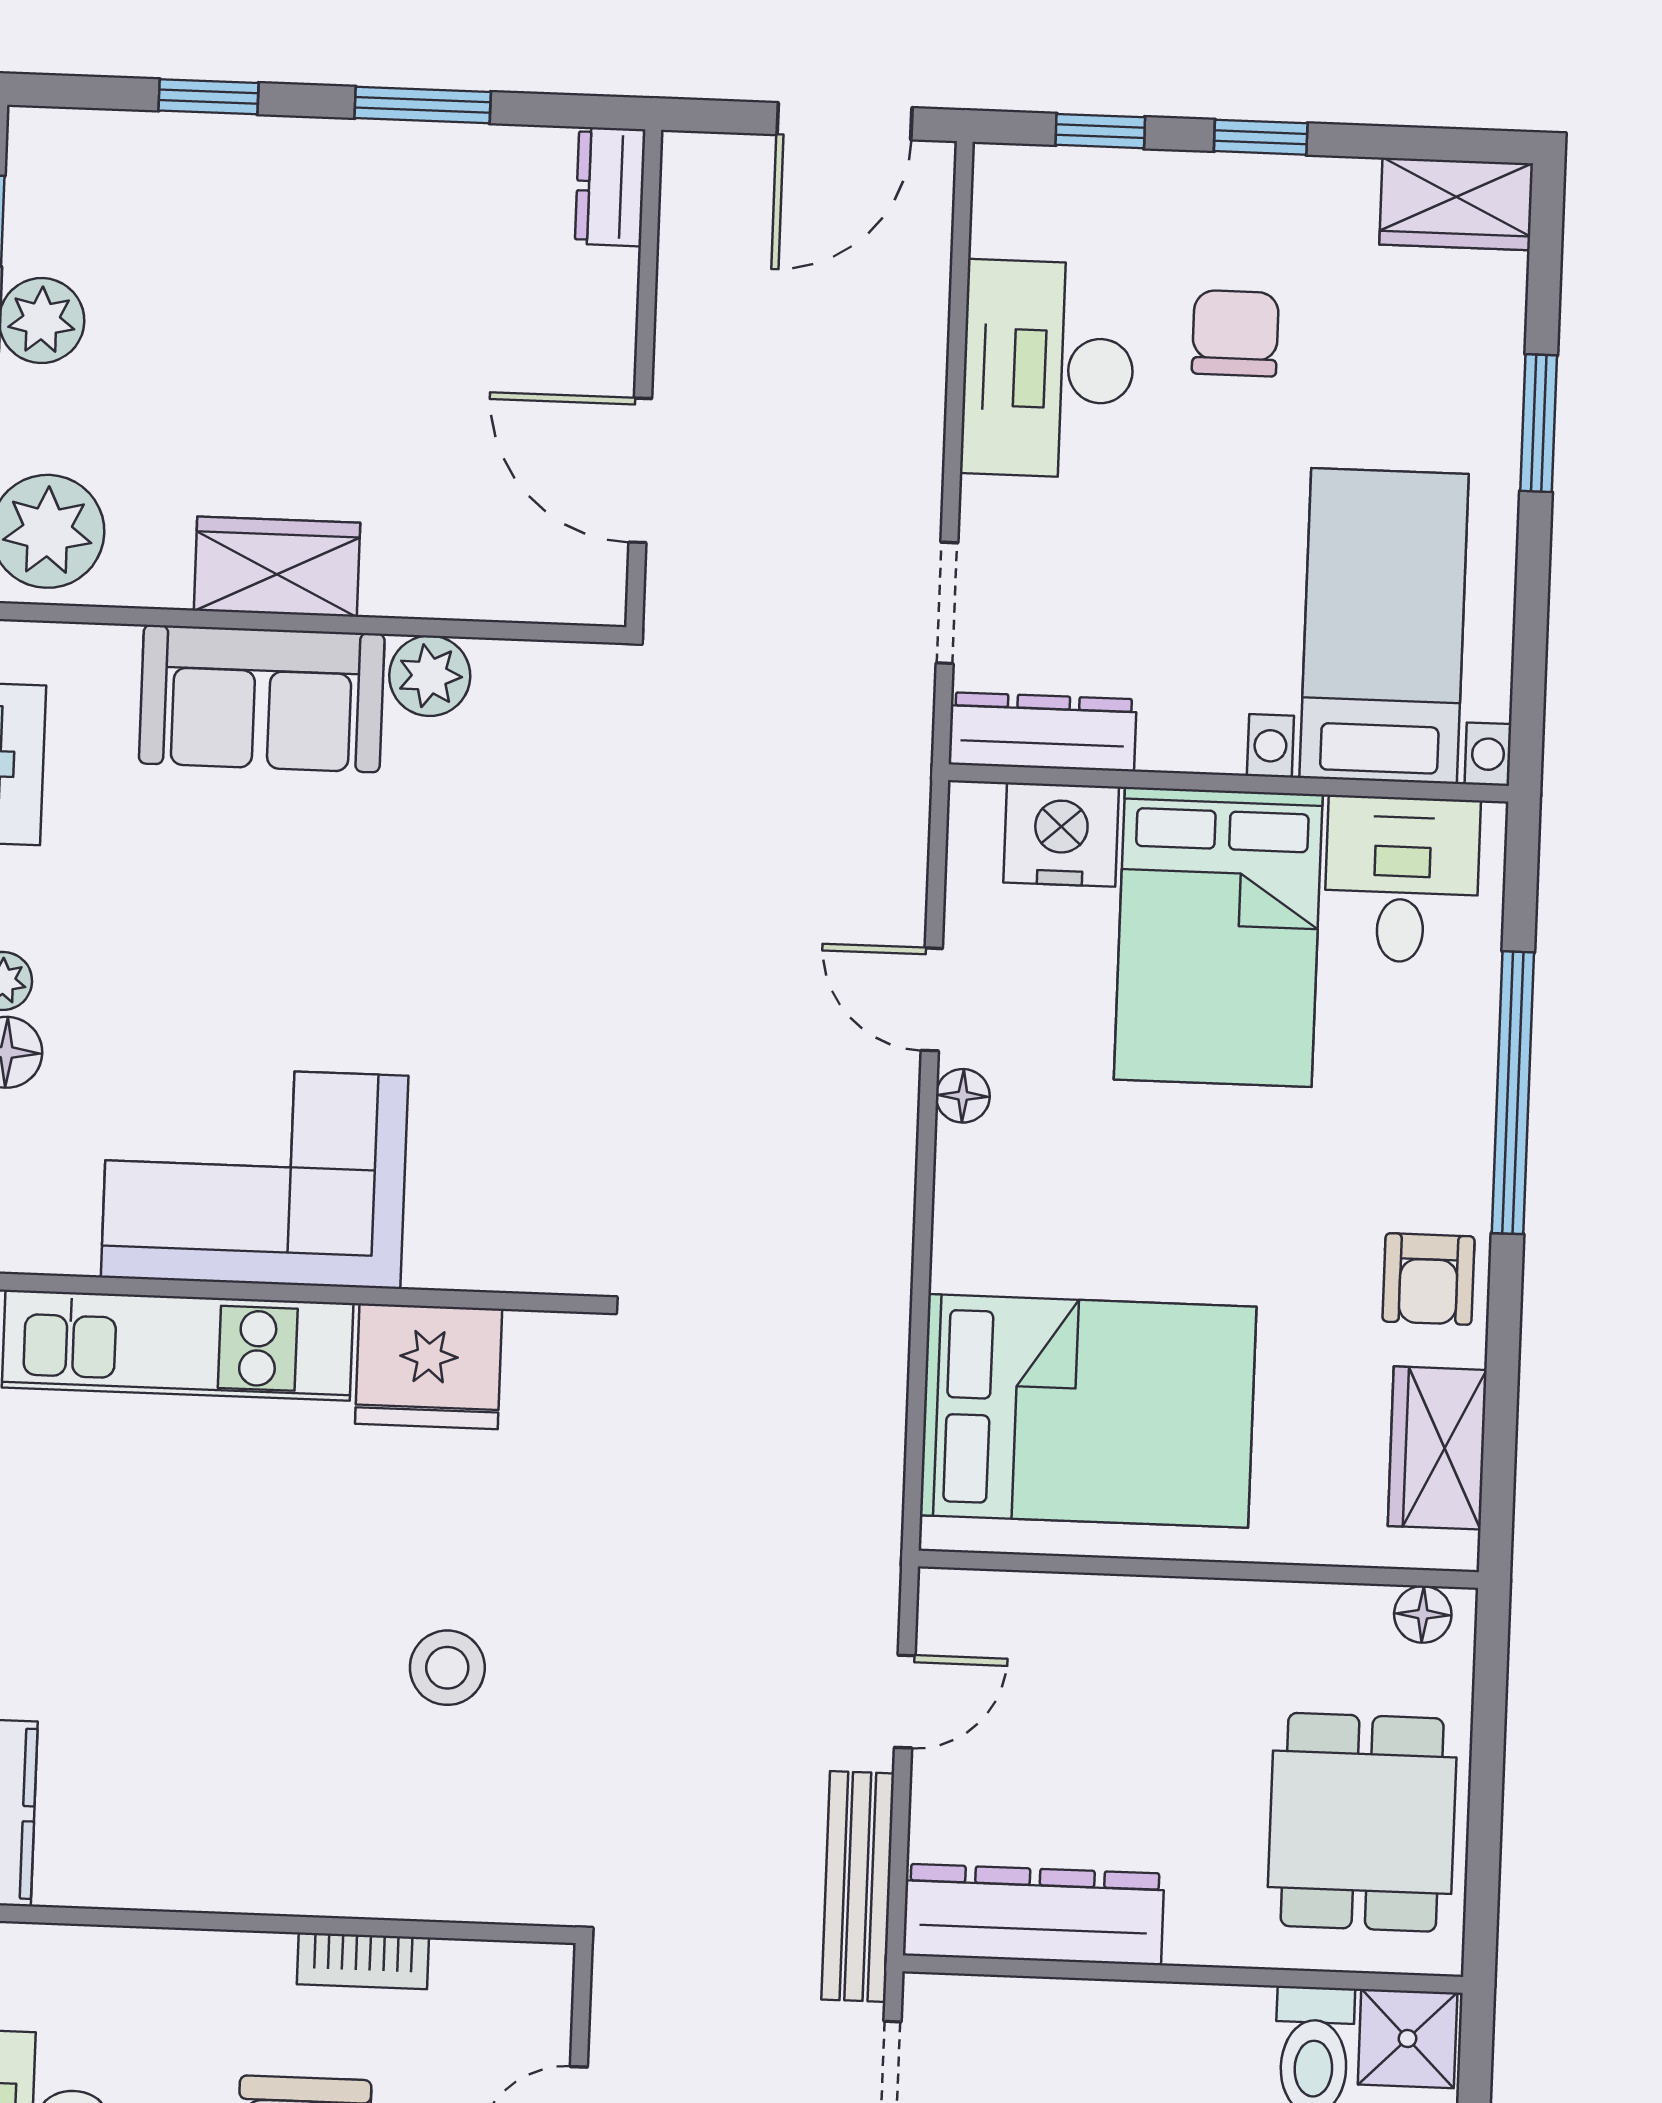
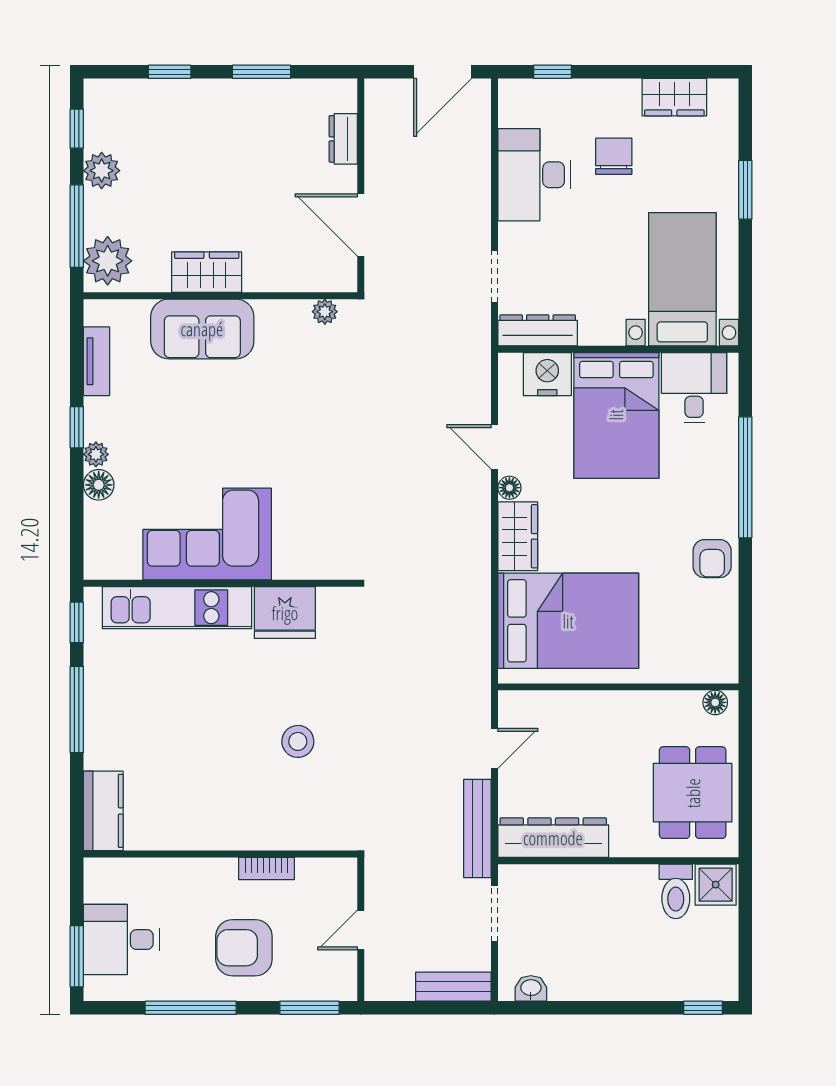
window: (1261, 137) -> (621, 72), removed
dresser: (610, 187) -> (343, 139), moved
wardrobe: (1456, 204) -> (674, 97), moved
plant: (430, 676) -> (325, 312), moved, width x0.73, depth x0.73
wardrobe: (1437, 1448) -> (518, 536), moved, turned 180

